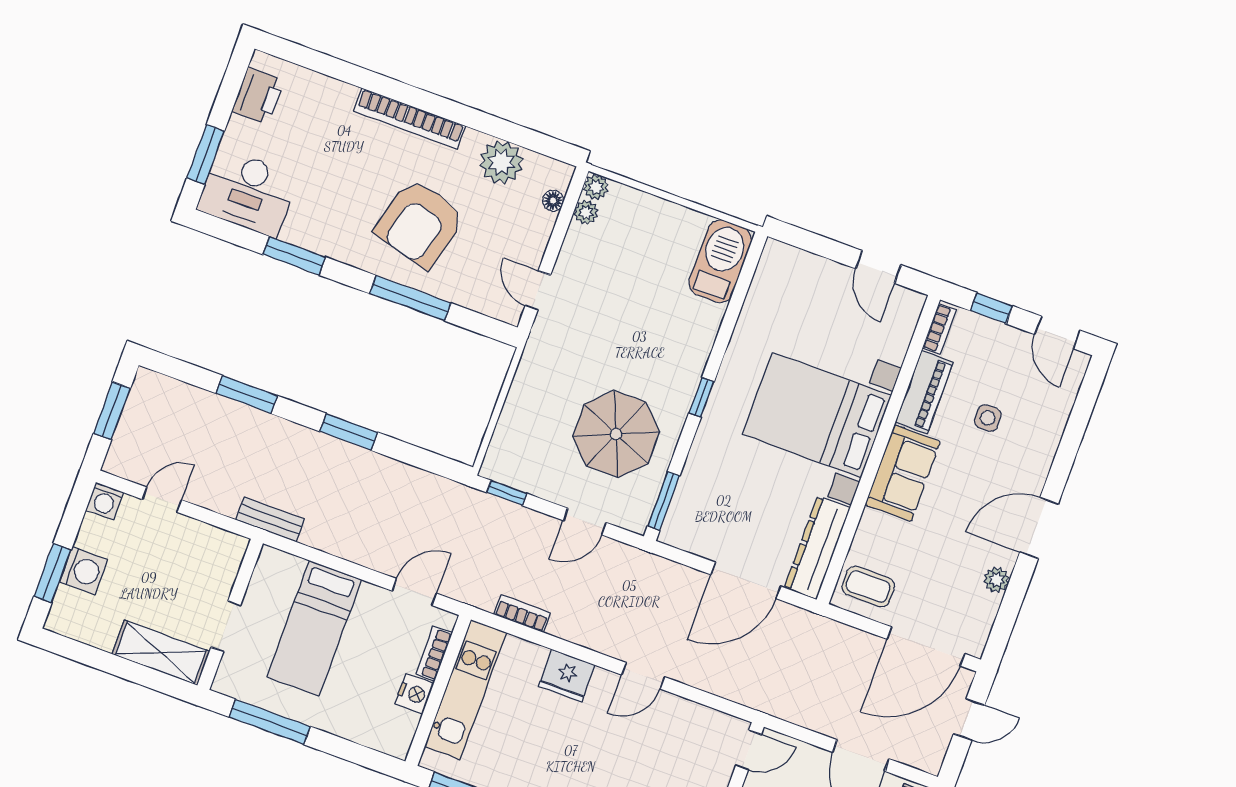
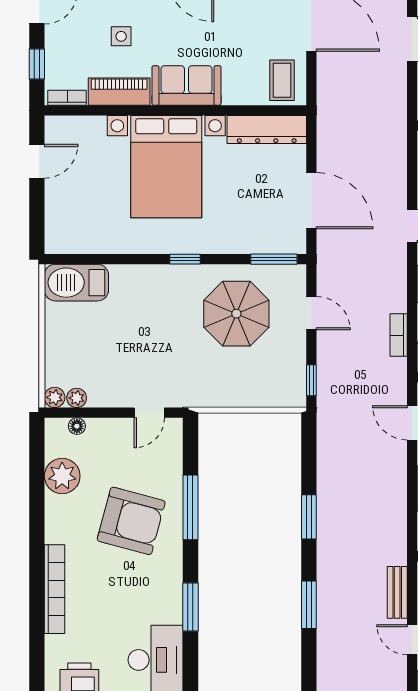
bookcase: (409, 119) -> (54, 589), moved
bench: (270, 520) -> (397, 592), moved
door: (746, 581) -> (311, 201), moved

